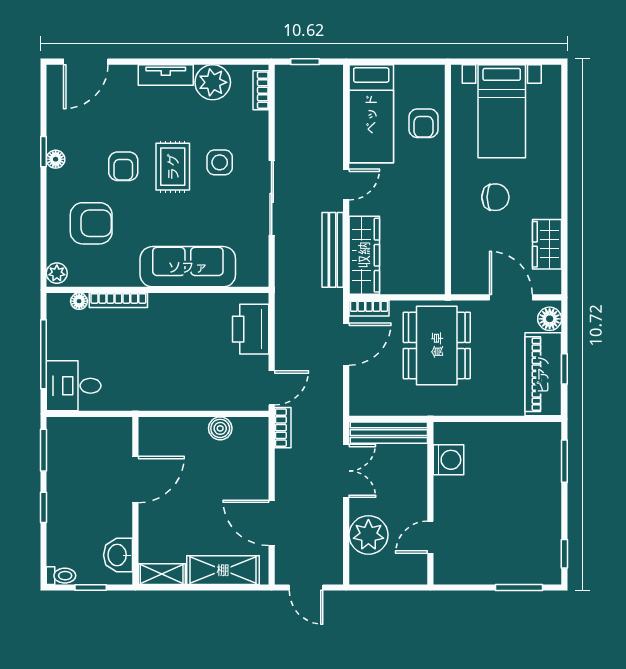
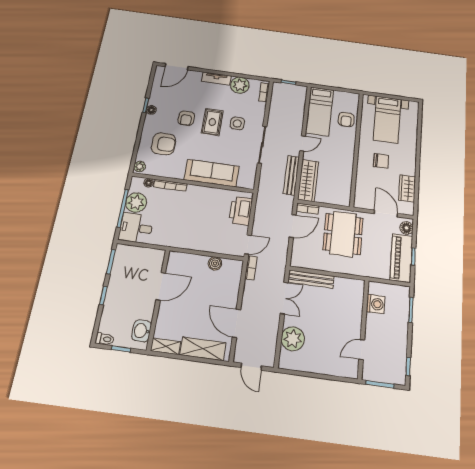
plant: (64, 341) -> (136, 203), added
washing machine: (449, 460) -> (376, 304), moved
wall: (430, 503) -> (363, 329), moved
door: (430, 537) -> (362, 350), moved

